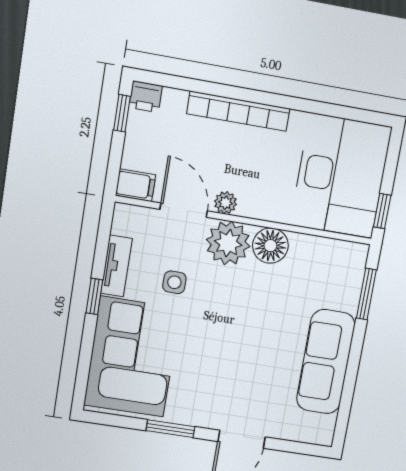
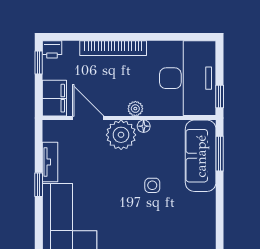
filing cabinet: (136, 185) -> (54, 98), width x2.00
plant: (226, 203) -> (135, 109), moved
floor lamp: (270, 246) -> (144, 126), width x0.53, depth x0.53
side table: (174, 282) -> (152, 185), moved
sofa: (326, 362) -> (201, 156), moved

